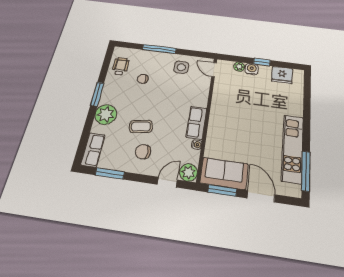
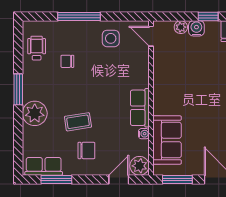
row of seats: (93, 150) -> (44, 166), moved, turned -90
chair: (143, 152) -> (86, 150), turned 180
sofa: (224, 173) -> (167, 140), moved, turned 90

